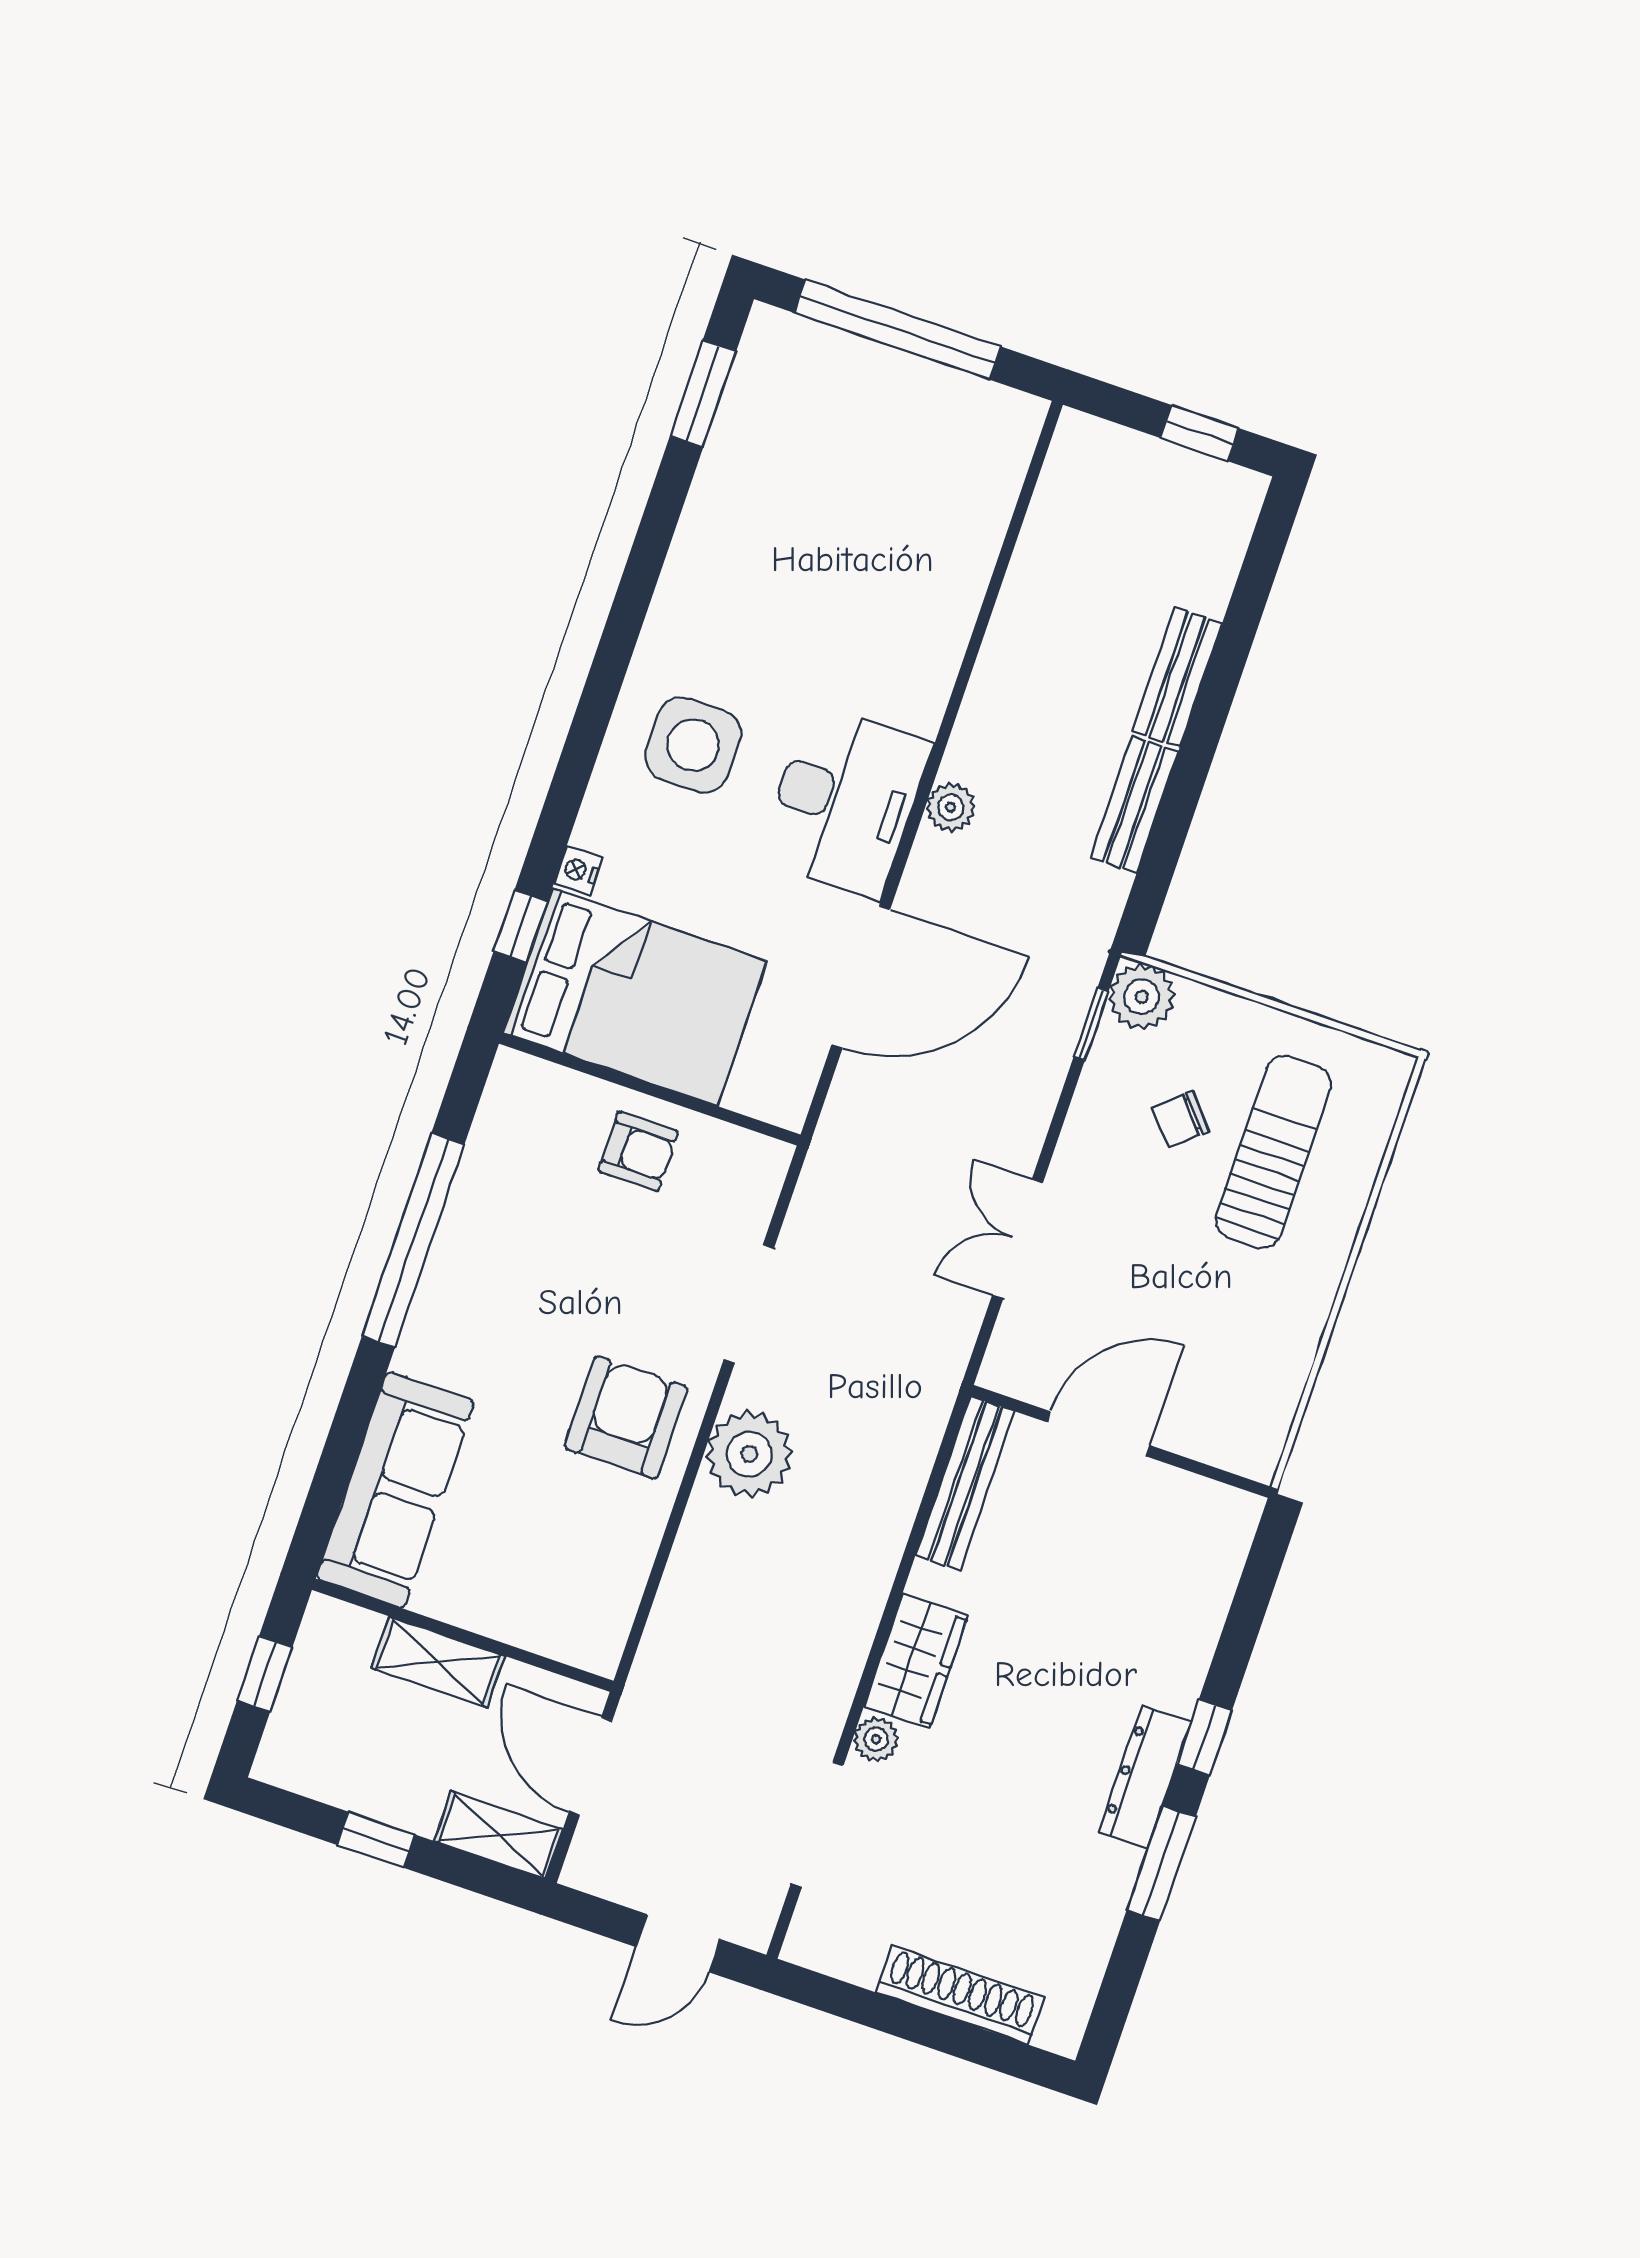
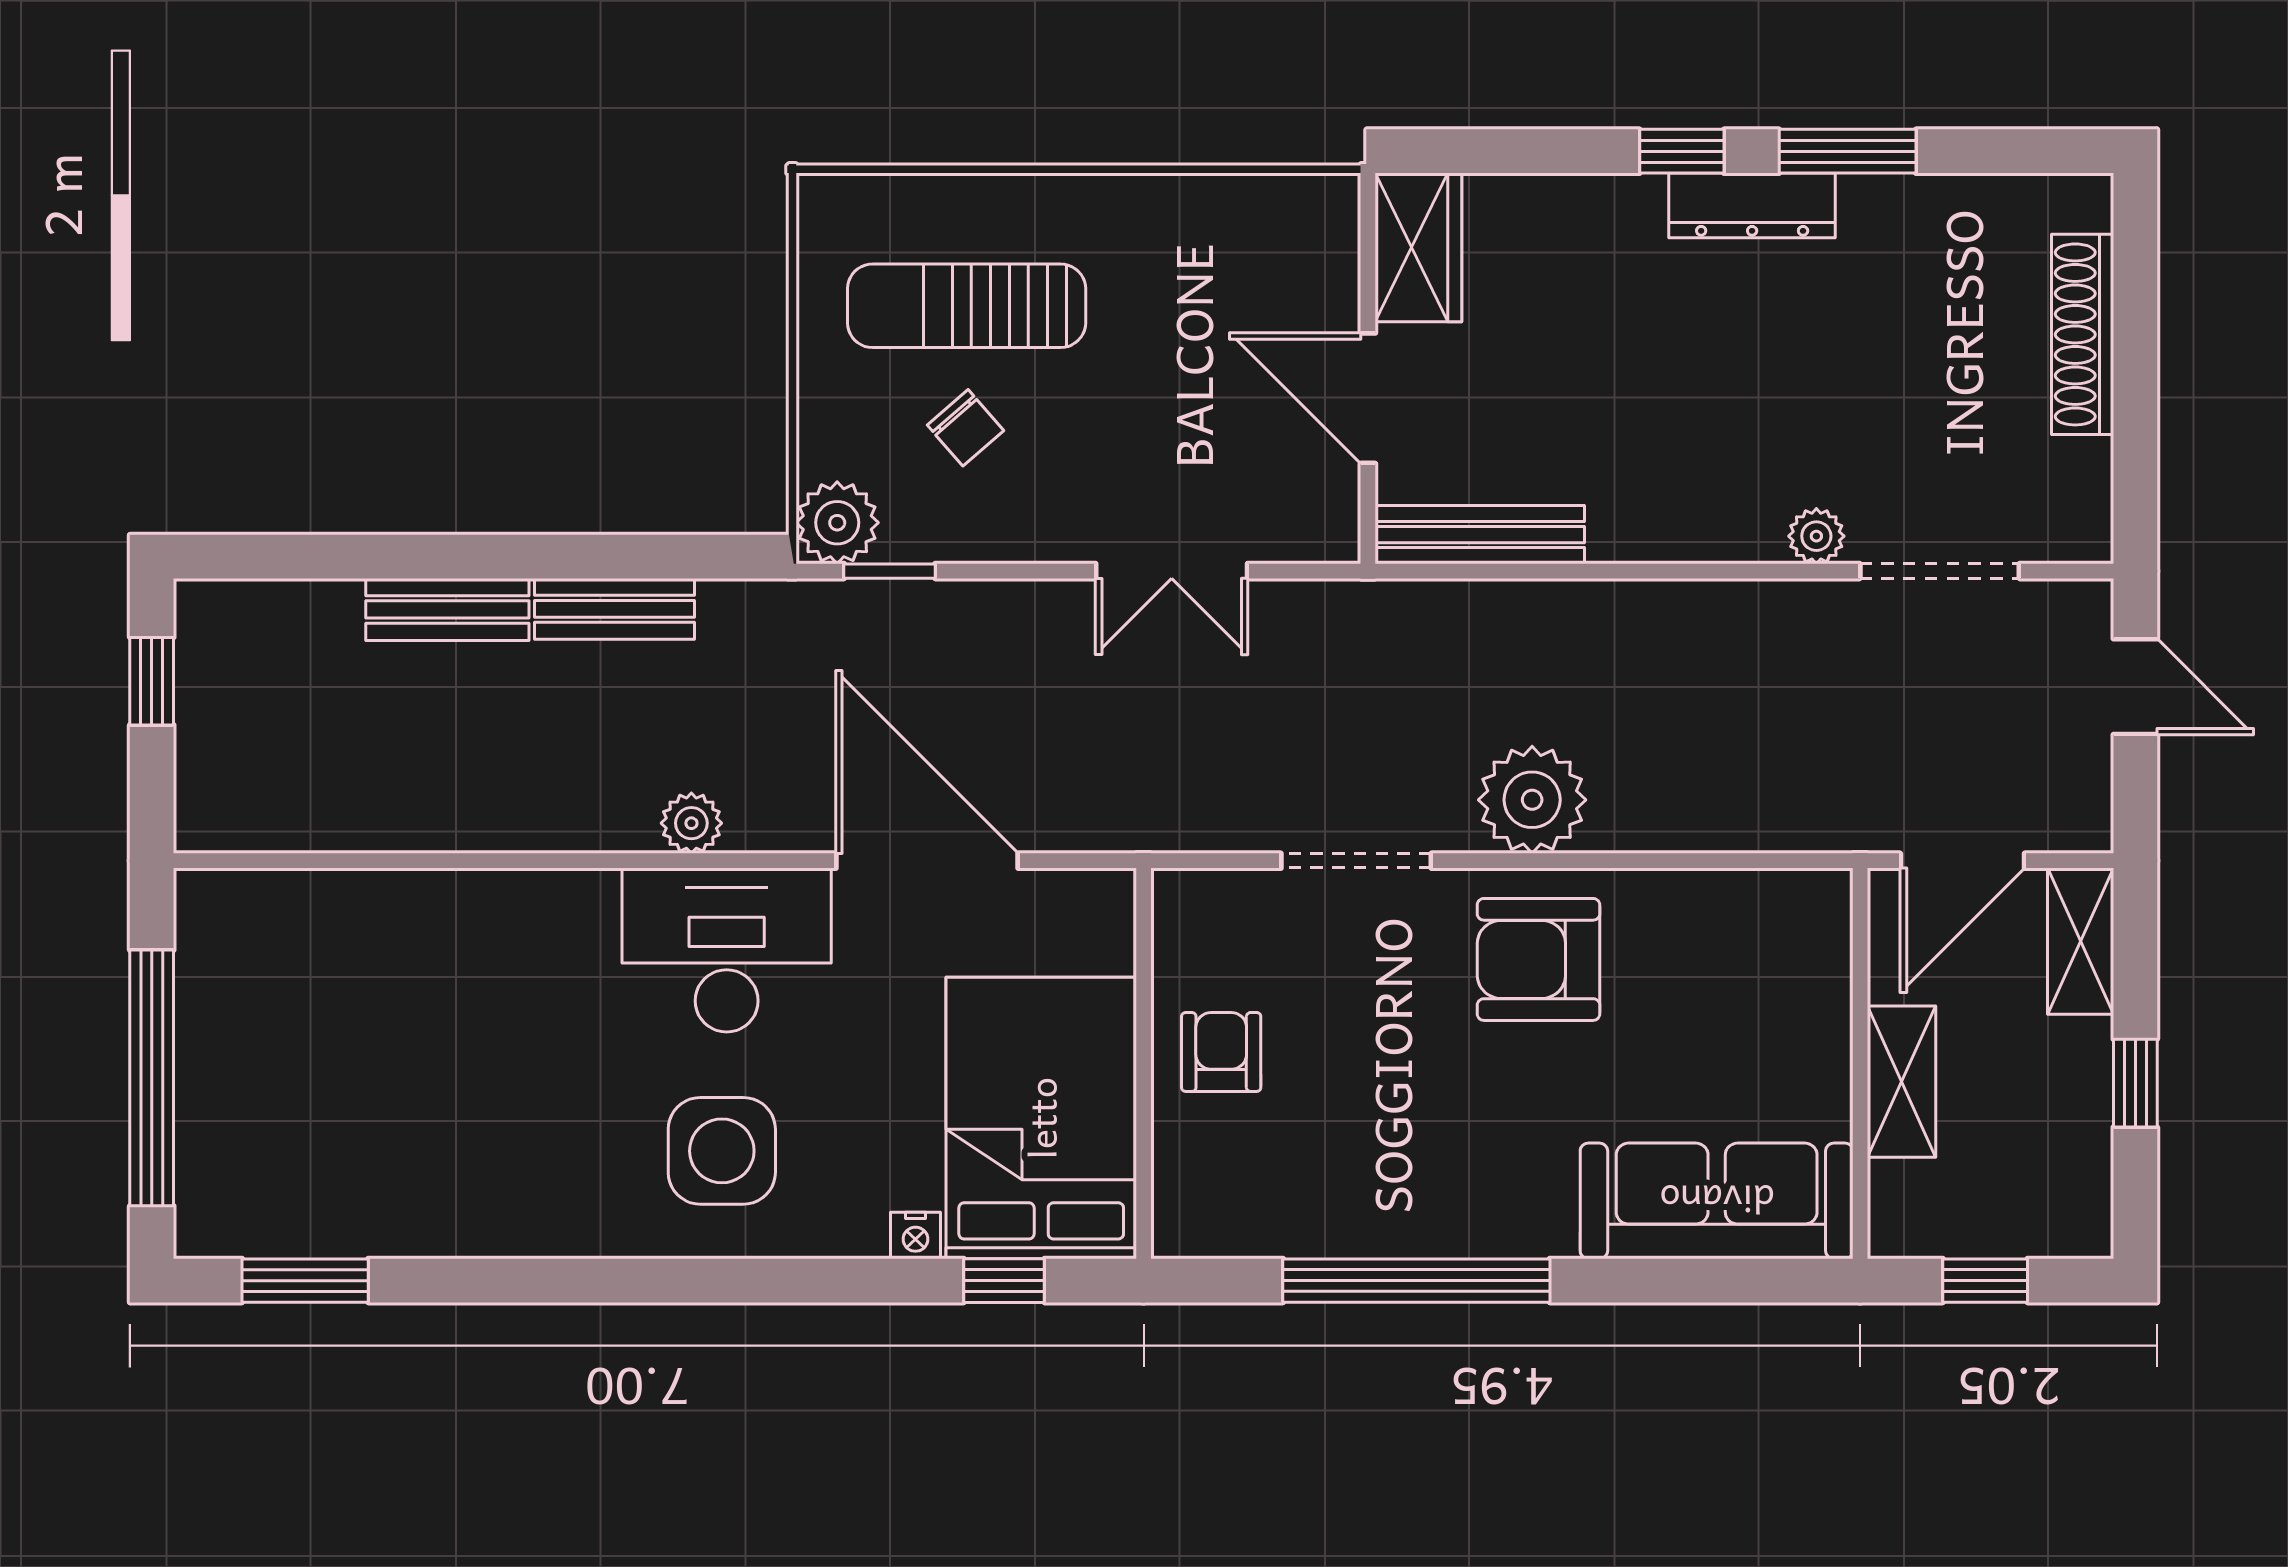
wardrobe: (916, 1661) -> (1418, 247), moved, turned 90

